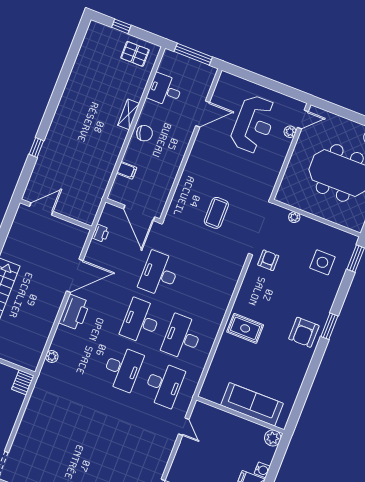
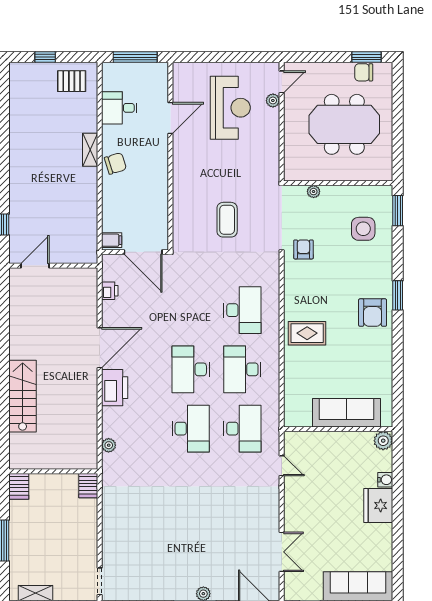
filing cabinet: (127, 170) -> (112, 240), moved
door: (41, 209) -> (35, 266), moved
wall: (56, 215) -> (53, 266), moved
desk: (159, 274) -> (242, 310), moved, turned 180

